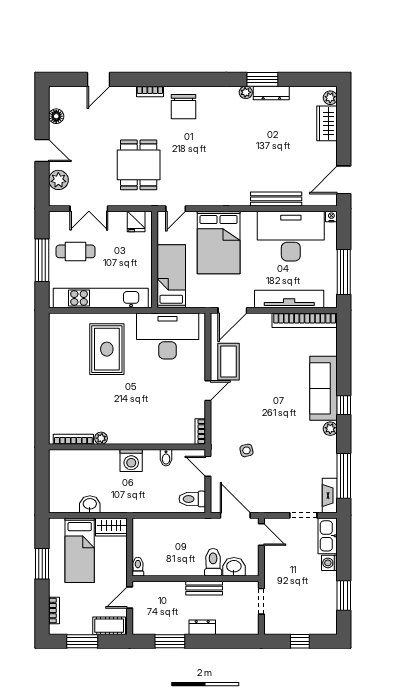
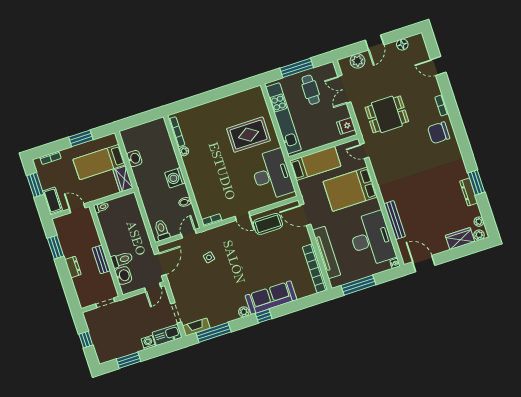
plant: (246, 92) -> (479, 222), moved

